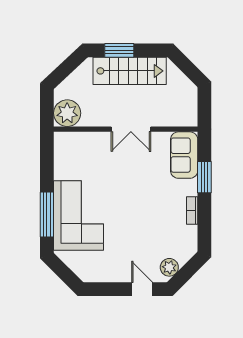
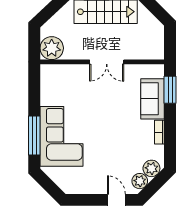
sofa: (184, 155) -> (153, 99), moved
window: (204, 177) -> (170, 90), moved
plant: (183, 253) -> (151, 168), added

